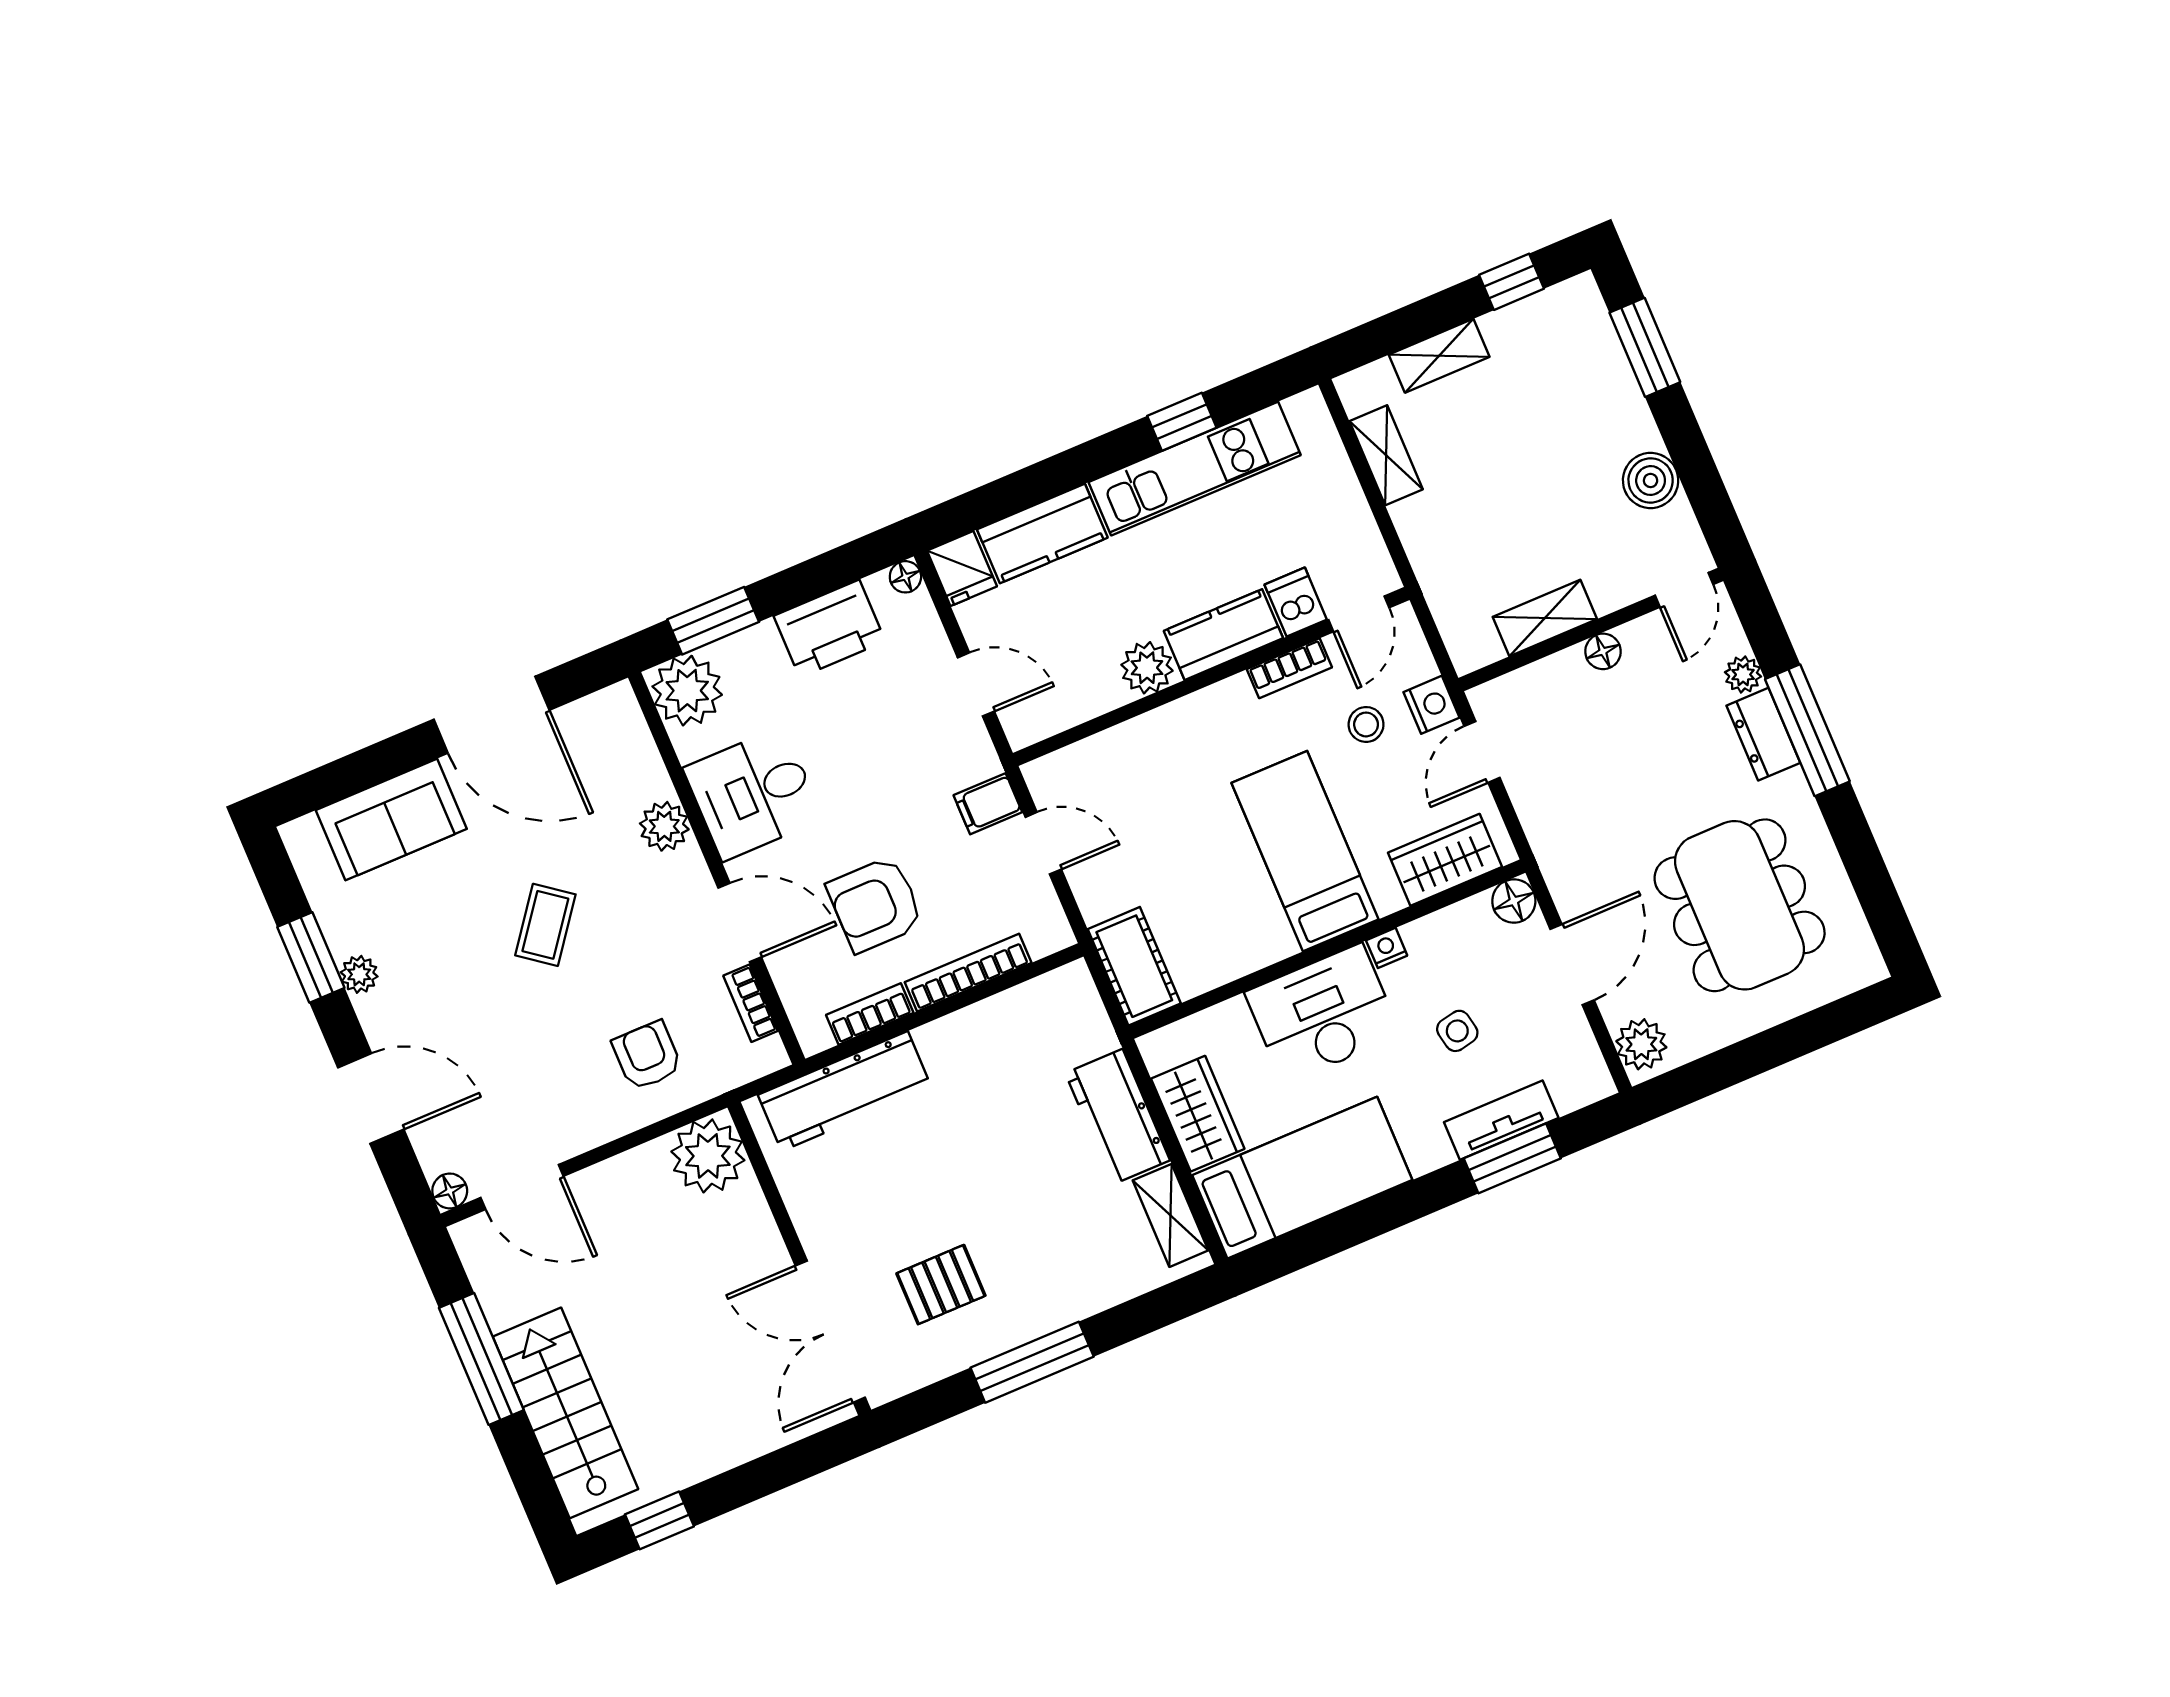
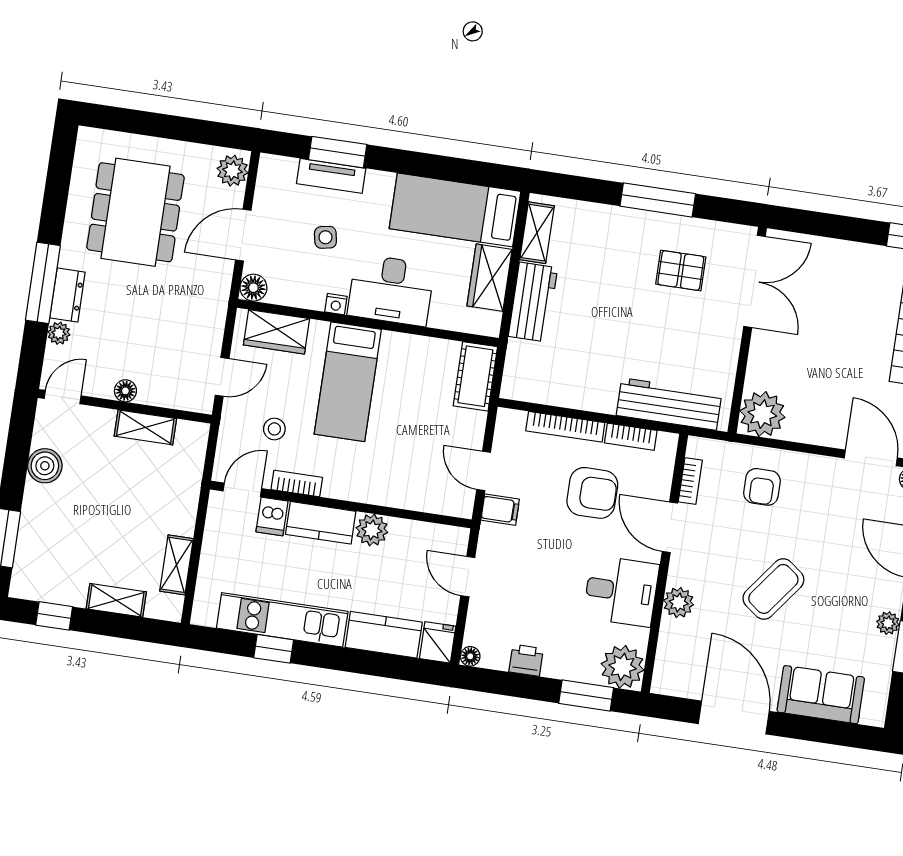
printer: (830, 629) -> (526, 660), width x0.53, depth x0.68
nightstand: (1431, 705) -> (233, 418), removed
coffee table: (545, 925) -> (773, 589), width x1.36, depth x1.30

